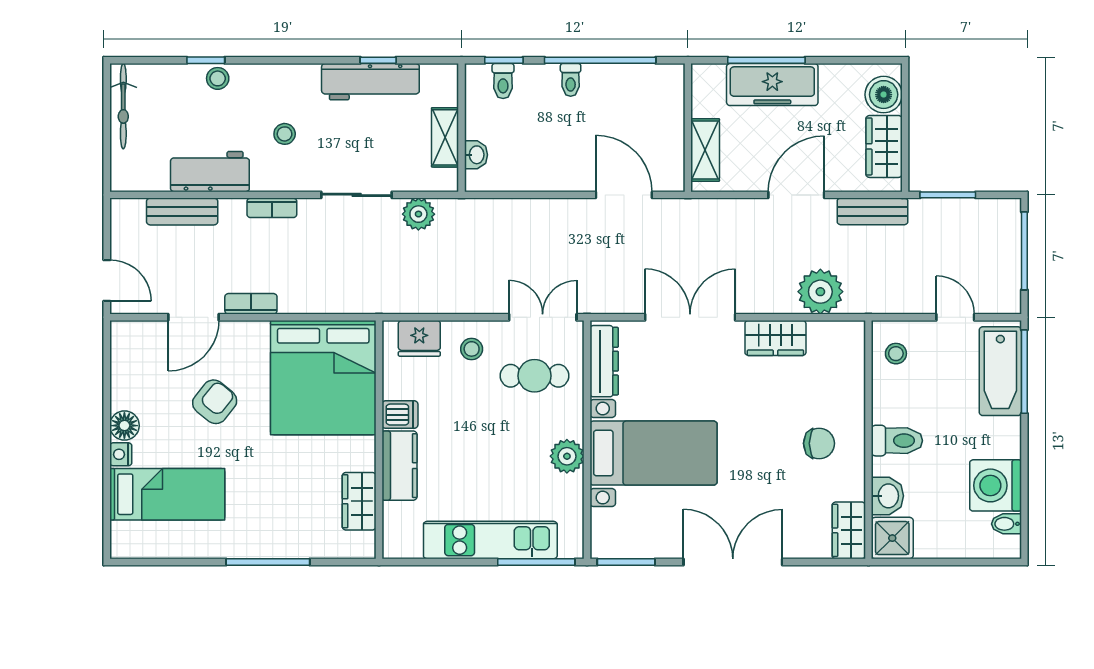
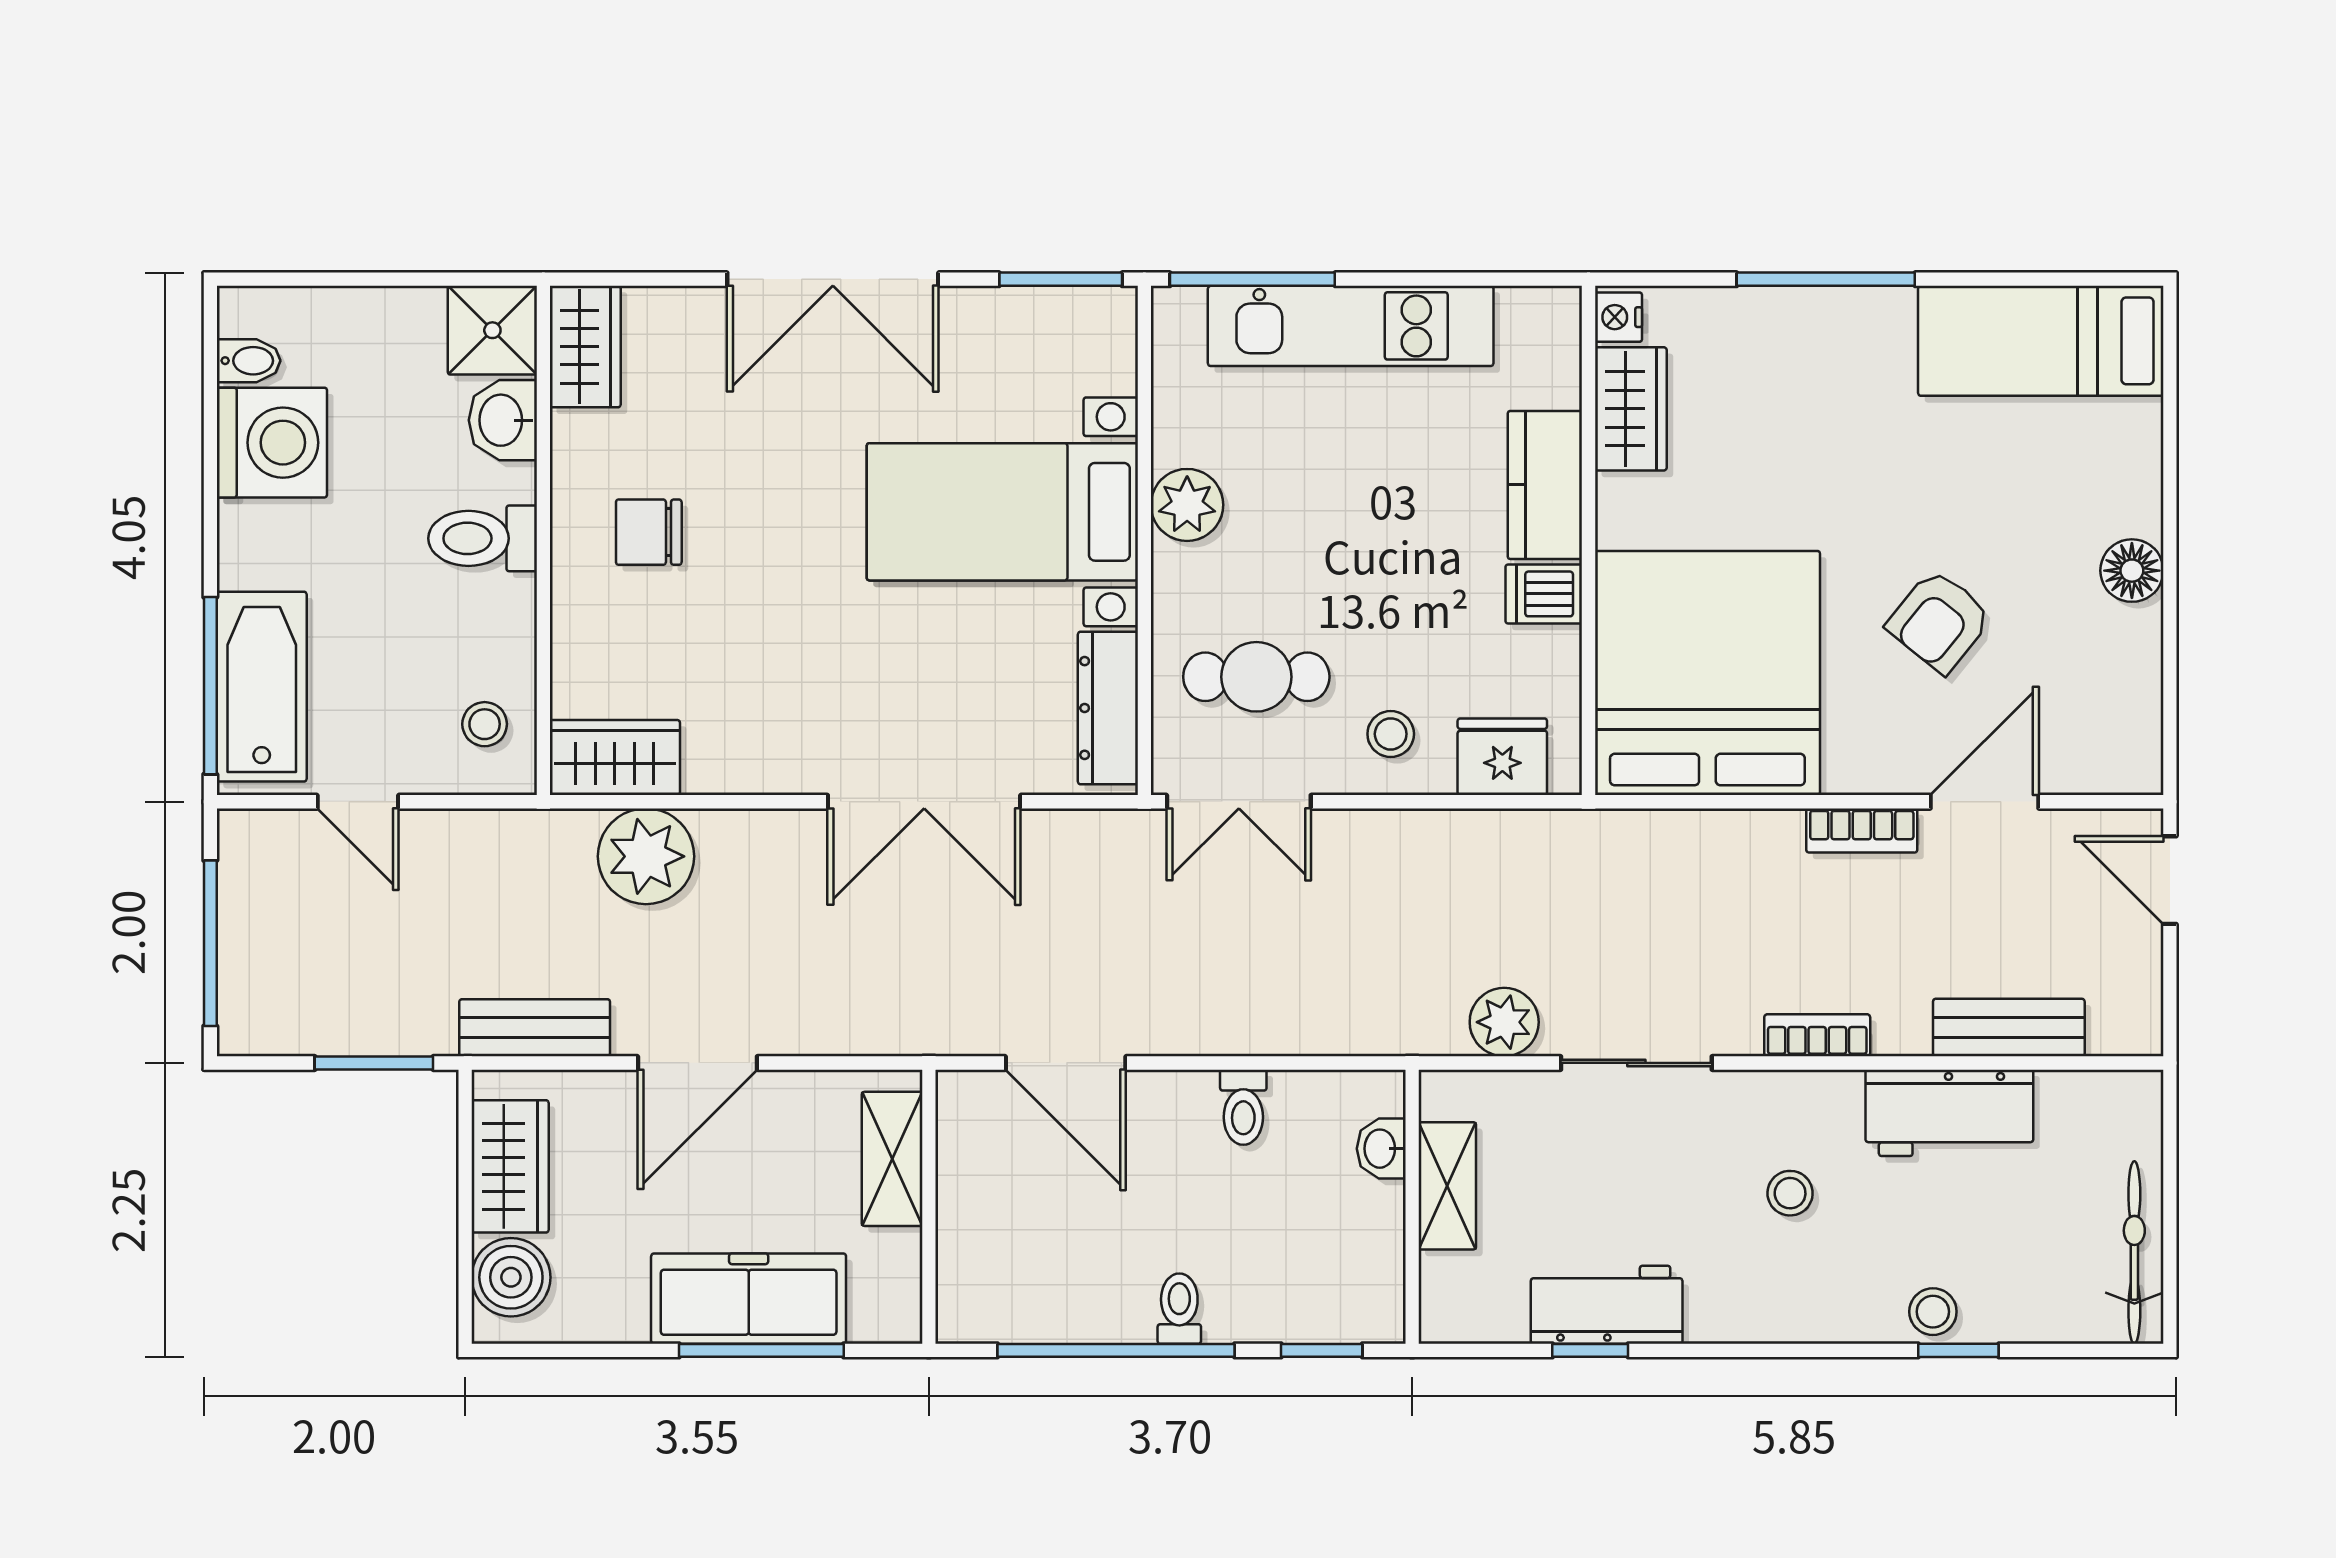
toilet: (503, 81) -> (1243, 1107), moved, turned 180
workbench: (370, 82) -> (1607, 1305), width x0.73
wardrobe: (775, 338) -> (615, 758), moved
nightstand: (121, 454) -> (1618, 317), moved, turned 180
bed: (167, 494) -> (2041, 341), moved

